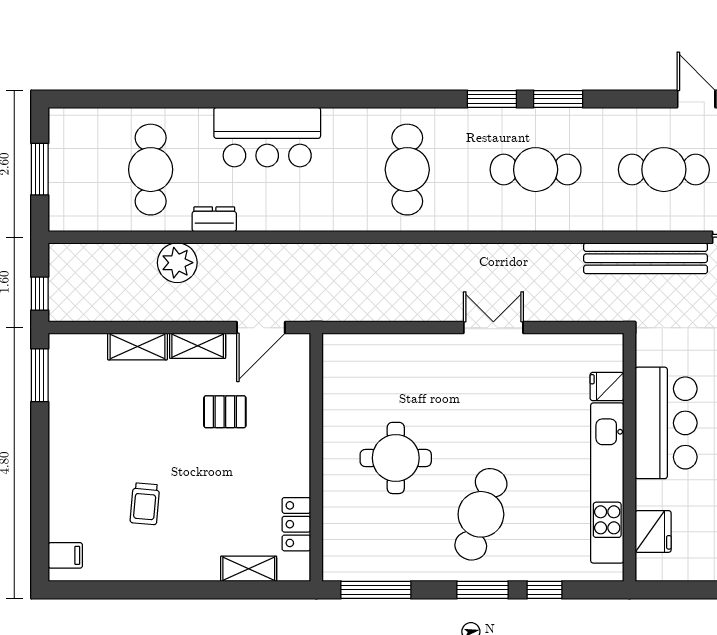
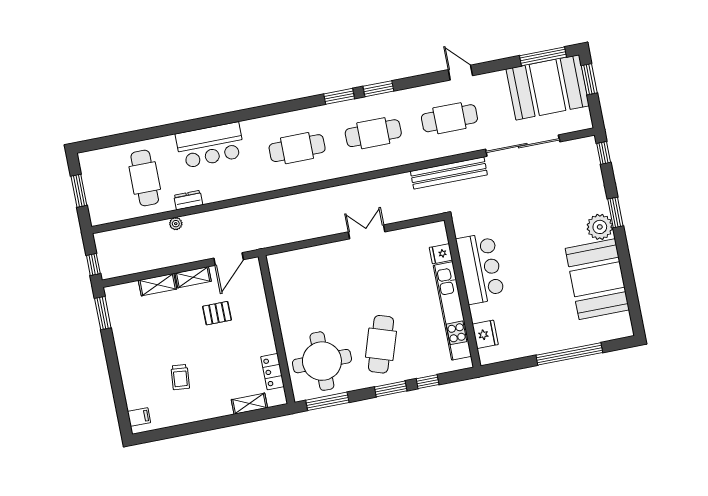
cafe table: (407, 170) -> (297, 148), turned 90
plant: (177, 263) -> (176, 224), width x0.53, depth x0.53
round table: (396, 458) -> (322, 361), moved, width x1.36, depth x1.36

